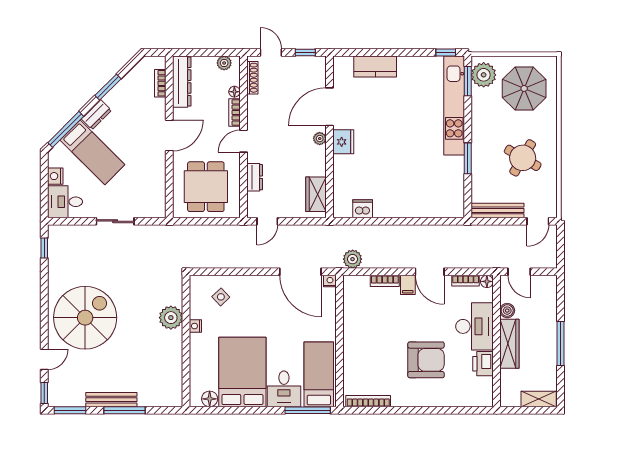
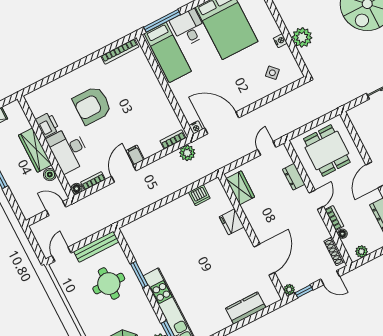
plant: (320, 139) -> (289, 290), moved
fridge: (343, 142) -> (232, 222), moved
round table: (523, 158) -> (109, 284), moved, turned -30
door: (430, 272) -> (124, 174), hinge flipped
bookcase: (385, 281) -> (173, 139), moved

